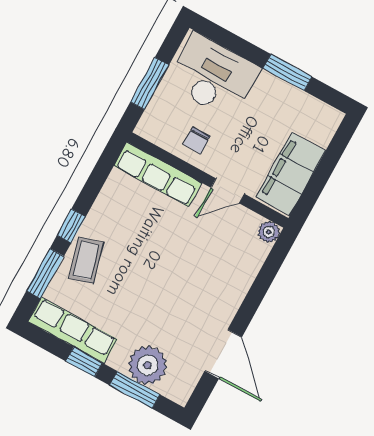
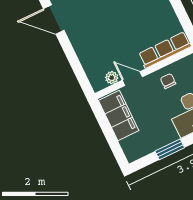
door: (228, 191) -> (132, 79), hinge flipped
plant: (269, 232) -> (112, 78), moved

